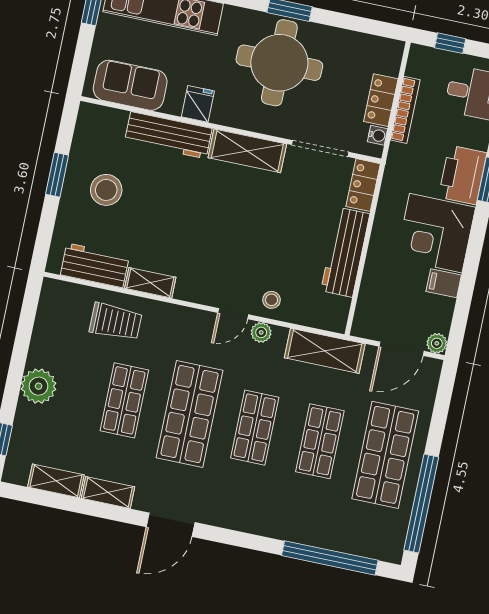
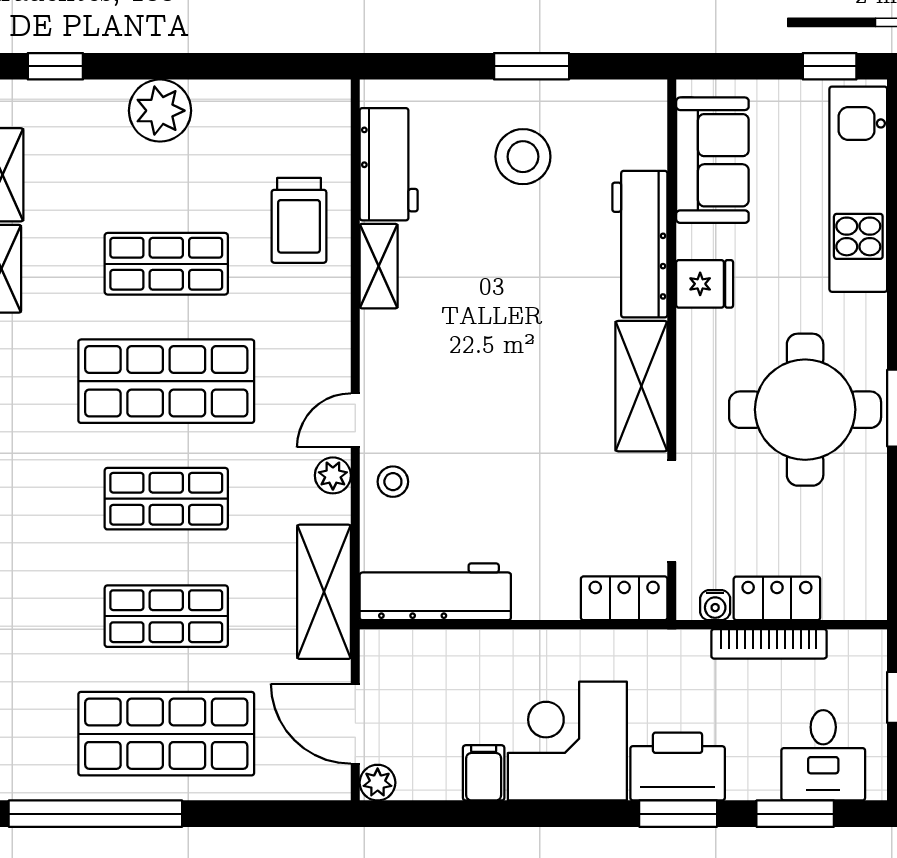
workbench: (345, 252) -> (435, 592), moved
door: (233, 314) -> (355, 420), hinge flipped

